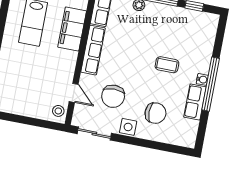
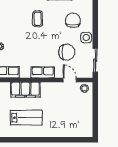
row of seats: (93, 50) -> (43, 72), width x0.68
door: (74, 93) -> (70, 80), hinge flipped

